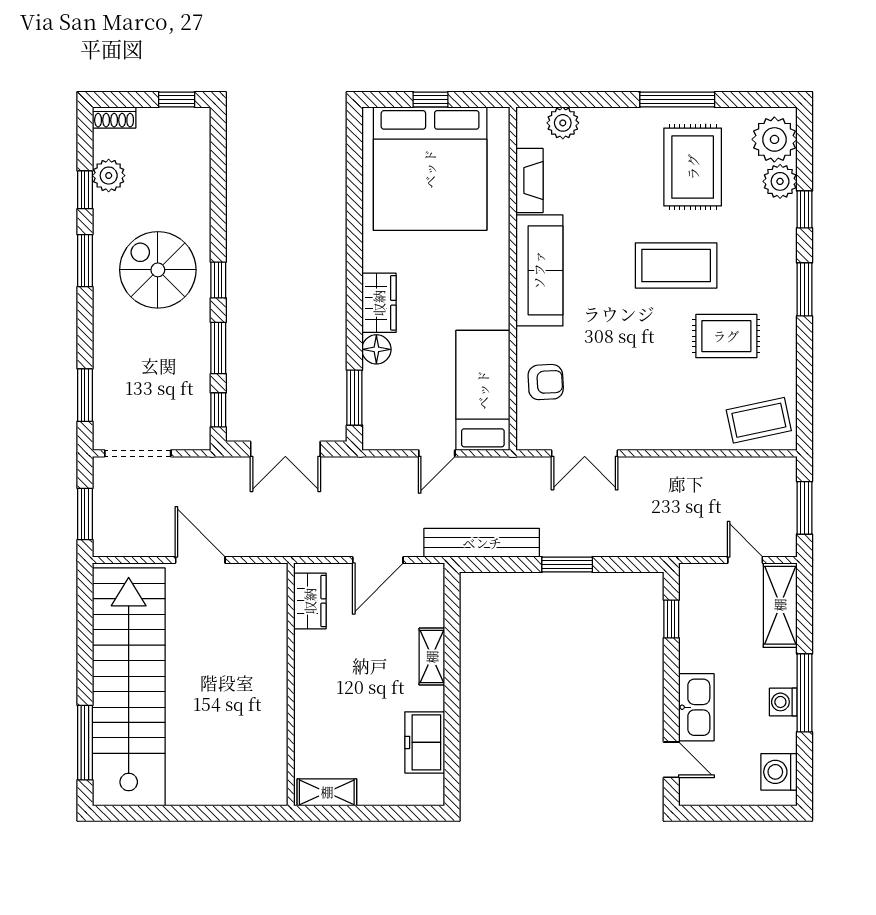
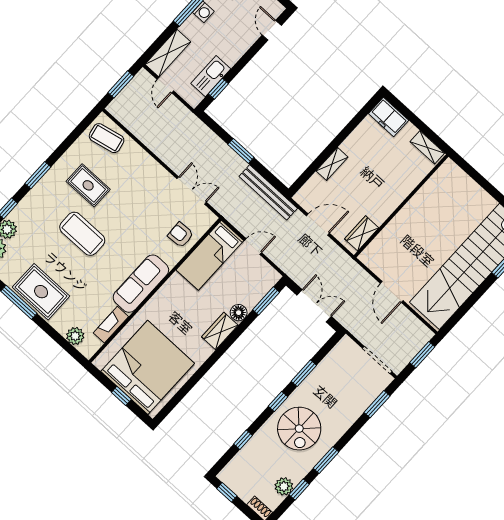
rug: (693, 167) -> (41, 292), moved, turned 90
window: (218, 410) -> (243, 440), moved
kitchen sink: (696, 707) -> (211, 76), moved
freezer: (425, 742) -> (389, 117), moved, turned 90

